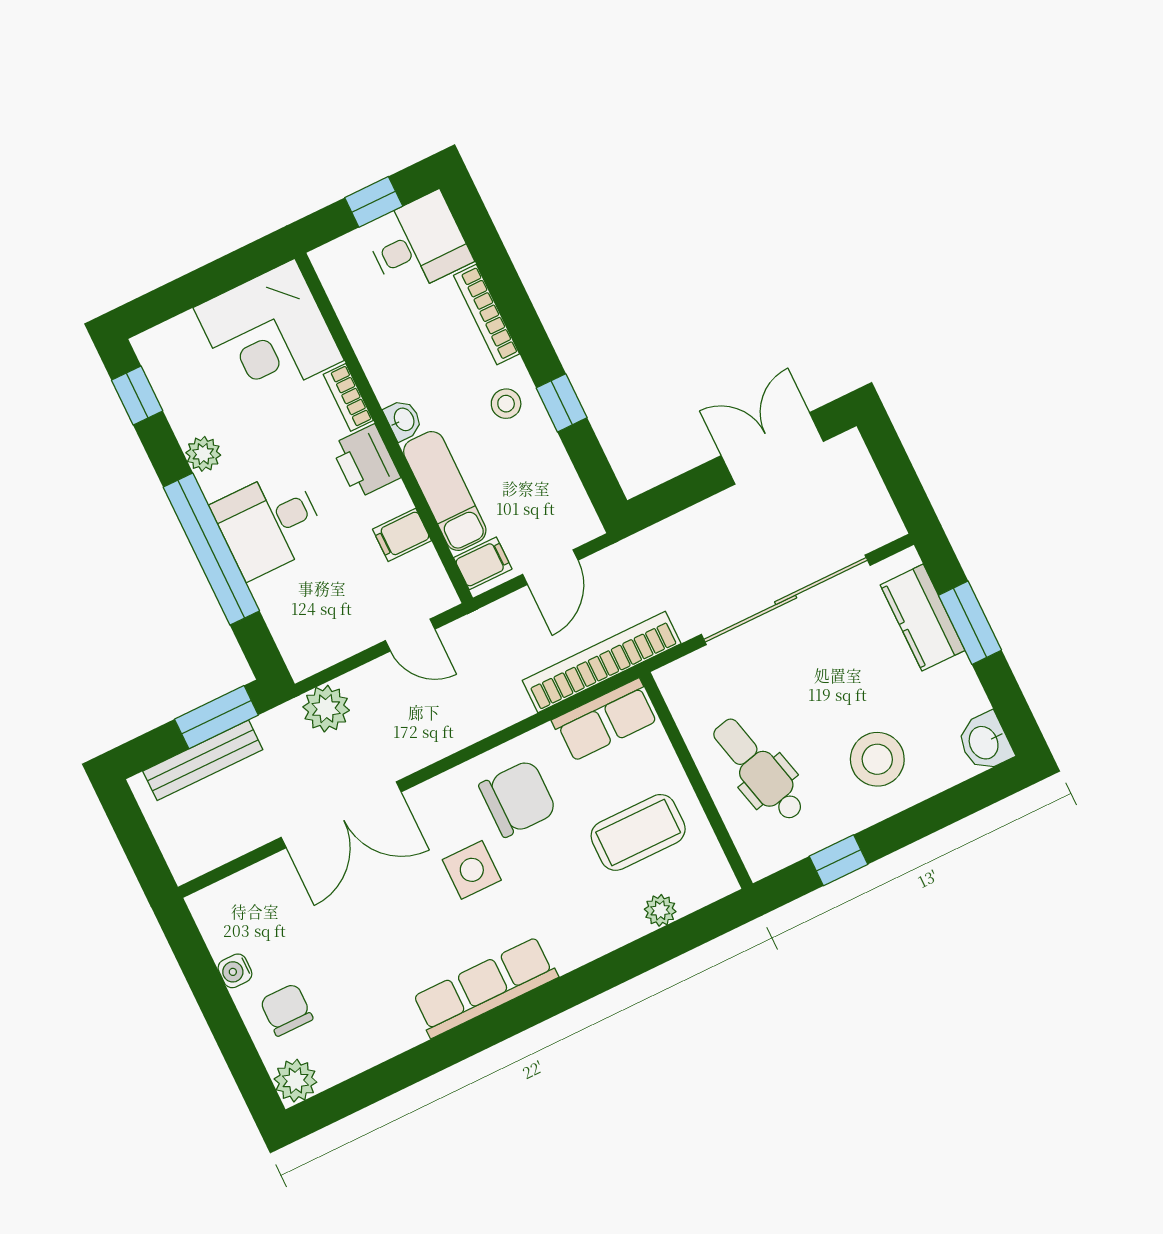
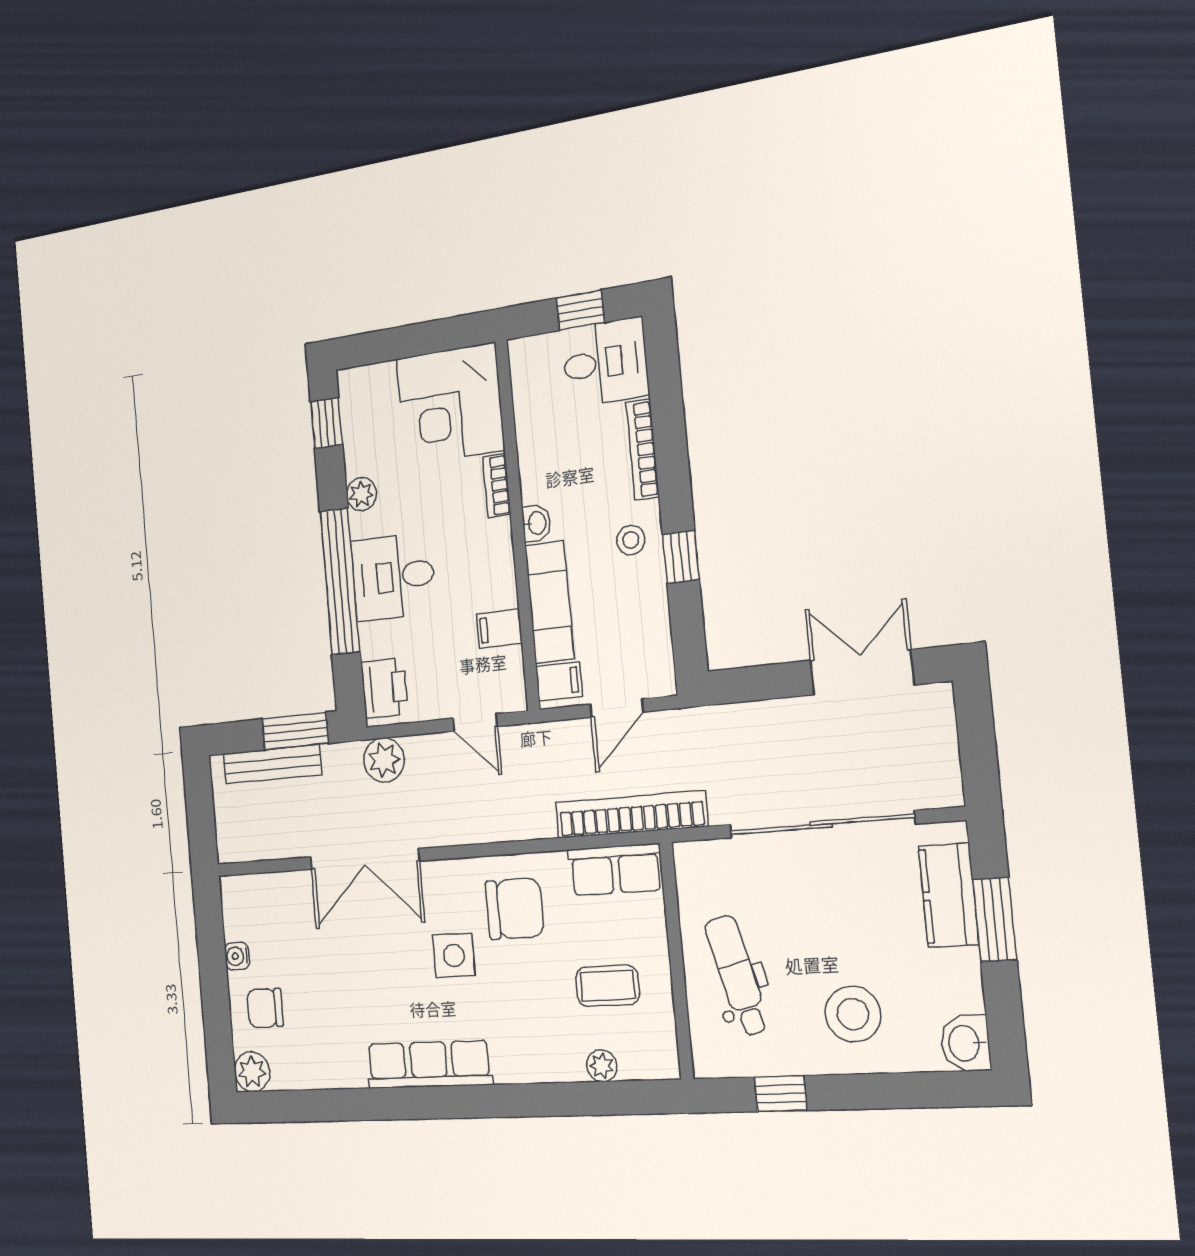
printer: (366, 461) -> (384, 688), moved, turned 180
coffee table: (638, 832) -> (608, 986), width x0.73, depth x0.77
chair: (286, 1010) -> (265, 1008), turned -90

